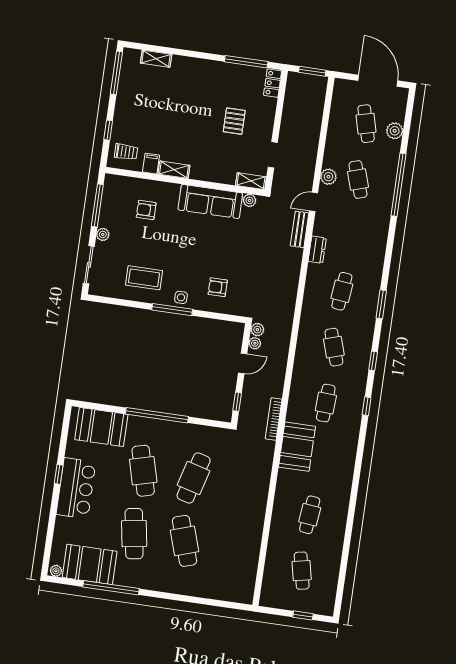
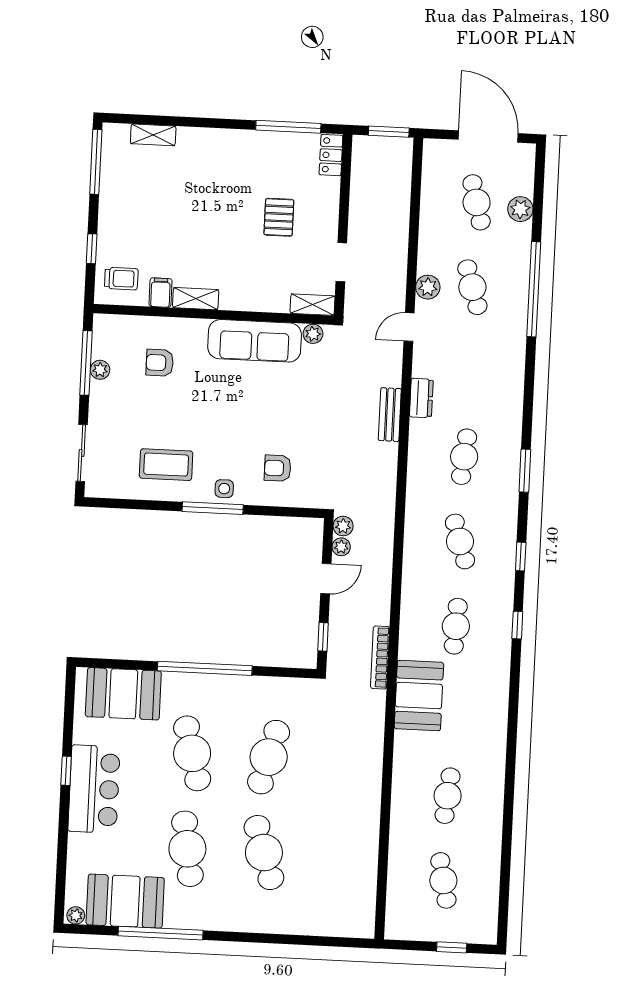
bench: (300, 229) -> (390, 415), moved
plant: (103, 234) -> (100, 370), moved

